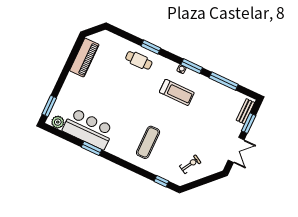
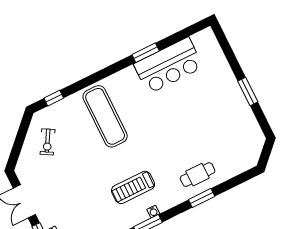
piano: (84, 58) -> (246, 120), removed
window: (49, 106) -> (248, 91), moved
plant: (58, 122) -> (201, 40), removed
exercise mat: (148, 142) -> (105, 116), width x1.36, depth x1.45

